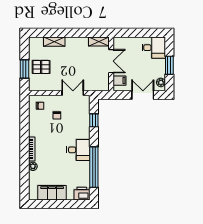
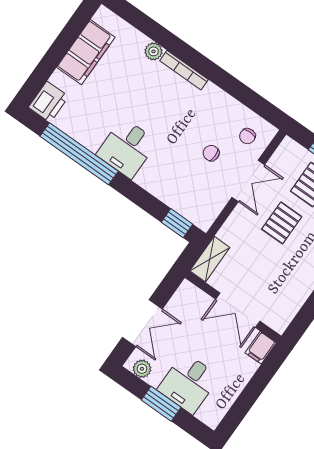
shelving: (99, 42) -> (210, 259), moved
desk: (154, 48) -> (188, 383), moved
pallet: (65, 68) -> (282, 223), added
filing cabinet: (120, 81) -> (261, 348), moved
double door: (73, 93) -> (248, 181), moved
window: (94, 120) -> (177, 223), moved

